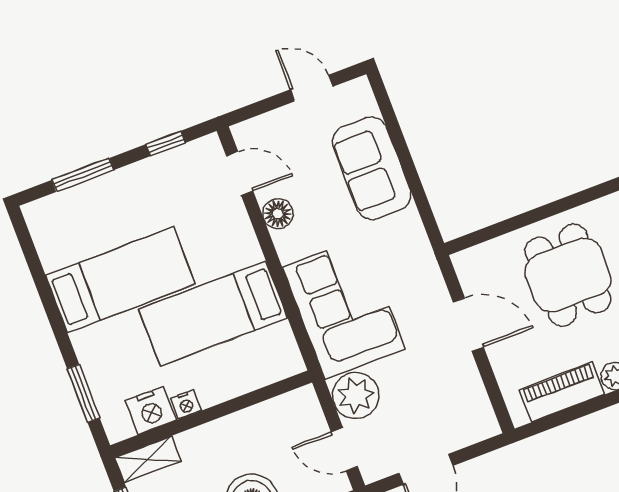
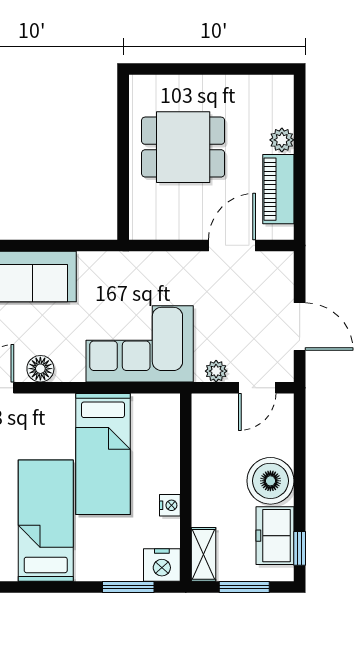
door: (468, 325) -> (232, 245), moved
plant: (356, 395) -> (216, 371), width x0.53, depth x0.53
nightstand: (151, 410) -> (162, 565), moved, turned 90

